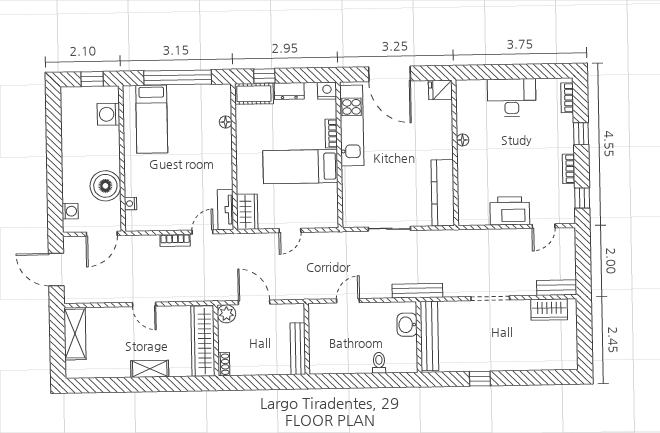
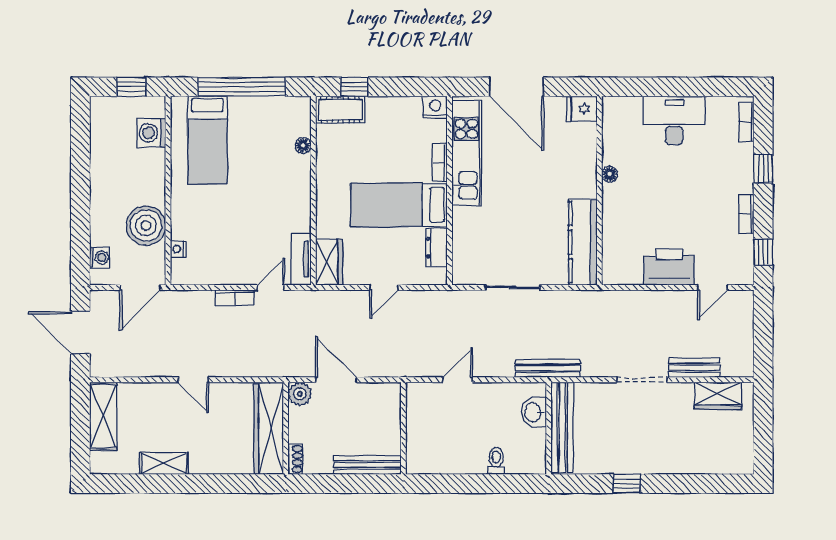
dresser: (289, 91) -> (436, 248), moved, turned 90
bench: (557, 288) -> (694, 368), moved
bench: (298, 349) -> (367, 465), moved, turned 90
shelving: (150, 369) -> (164, 463), moved

